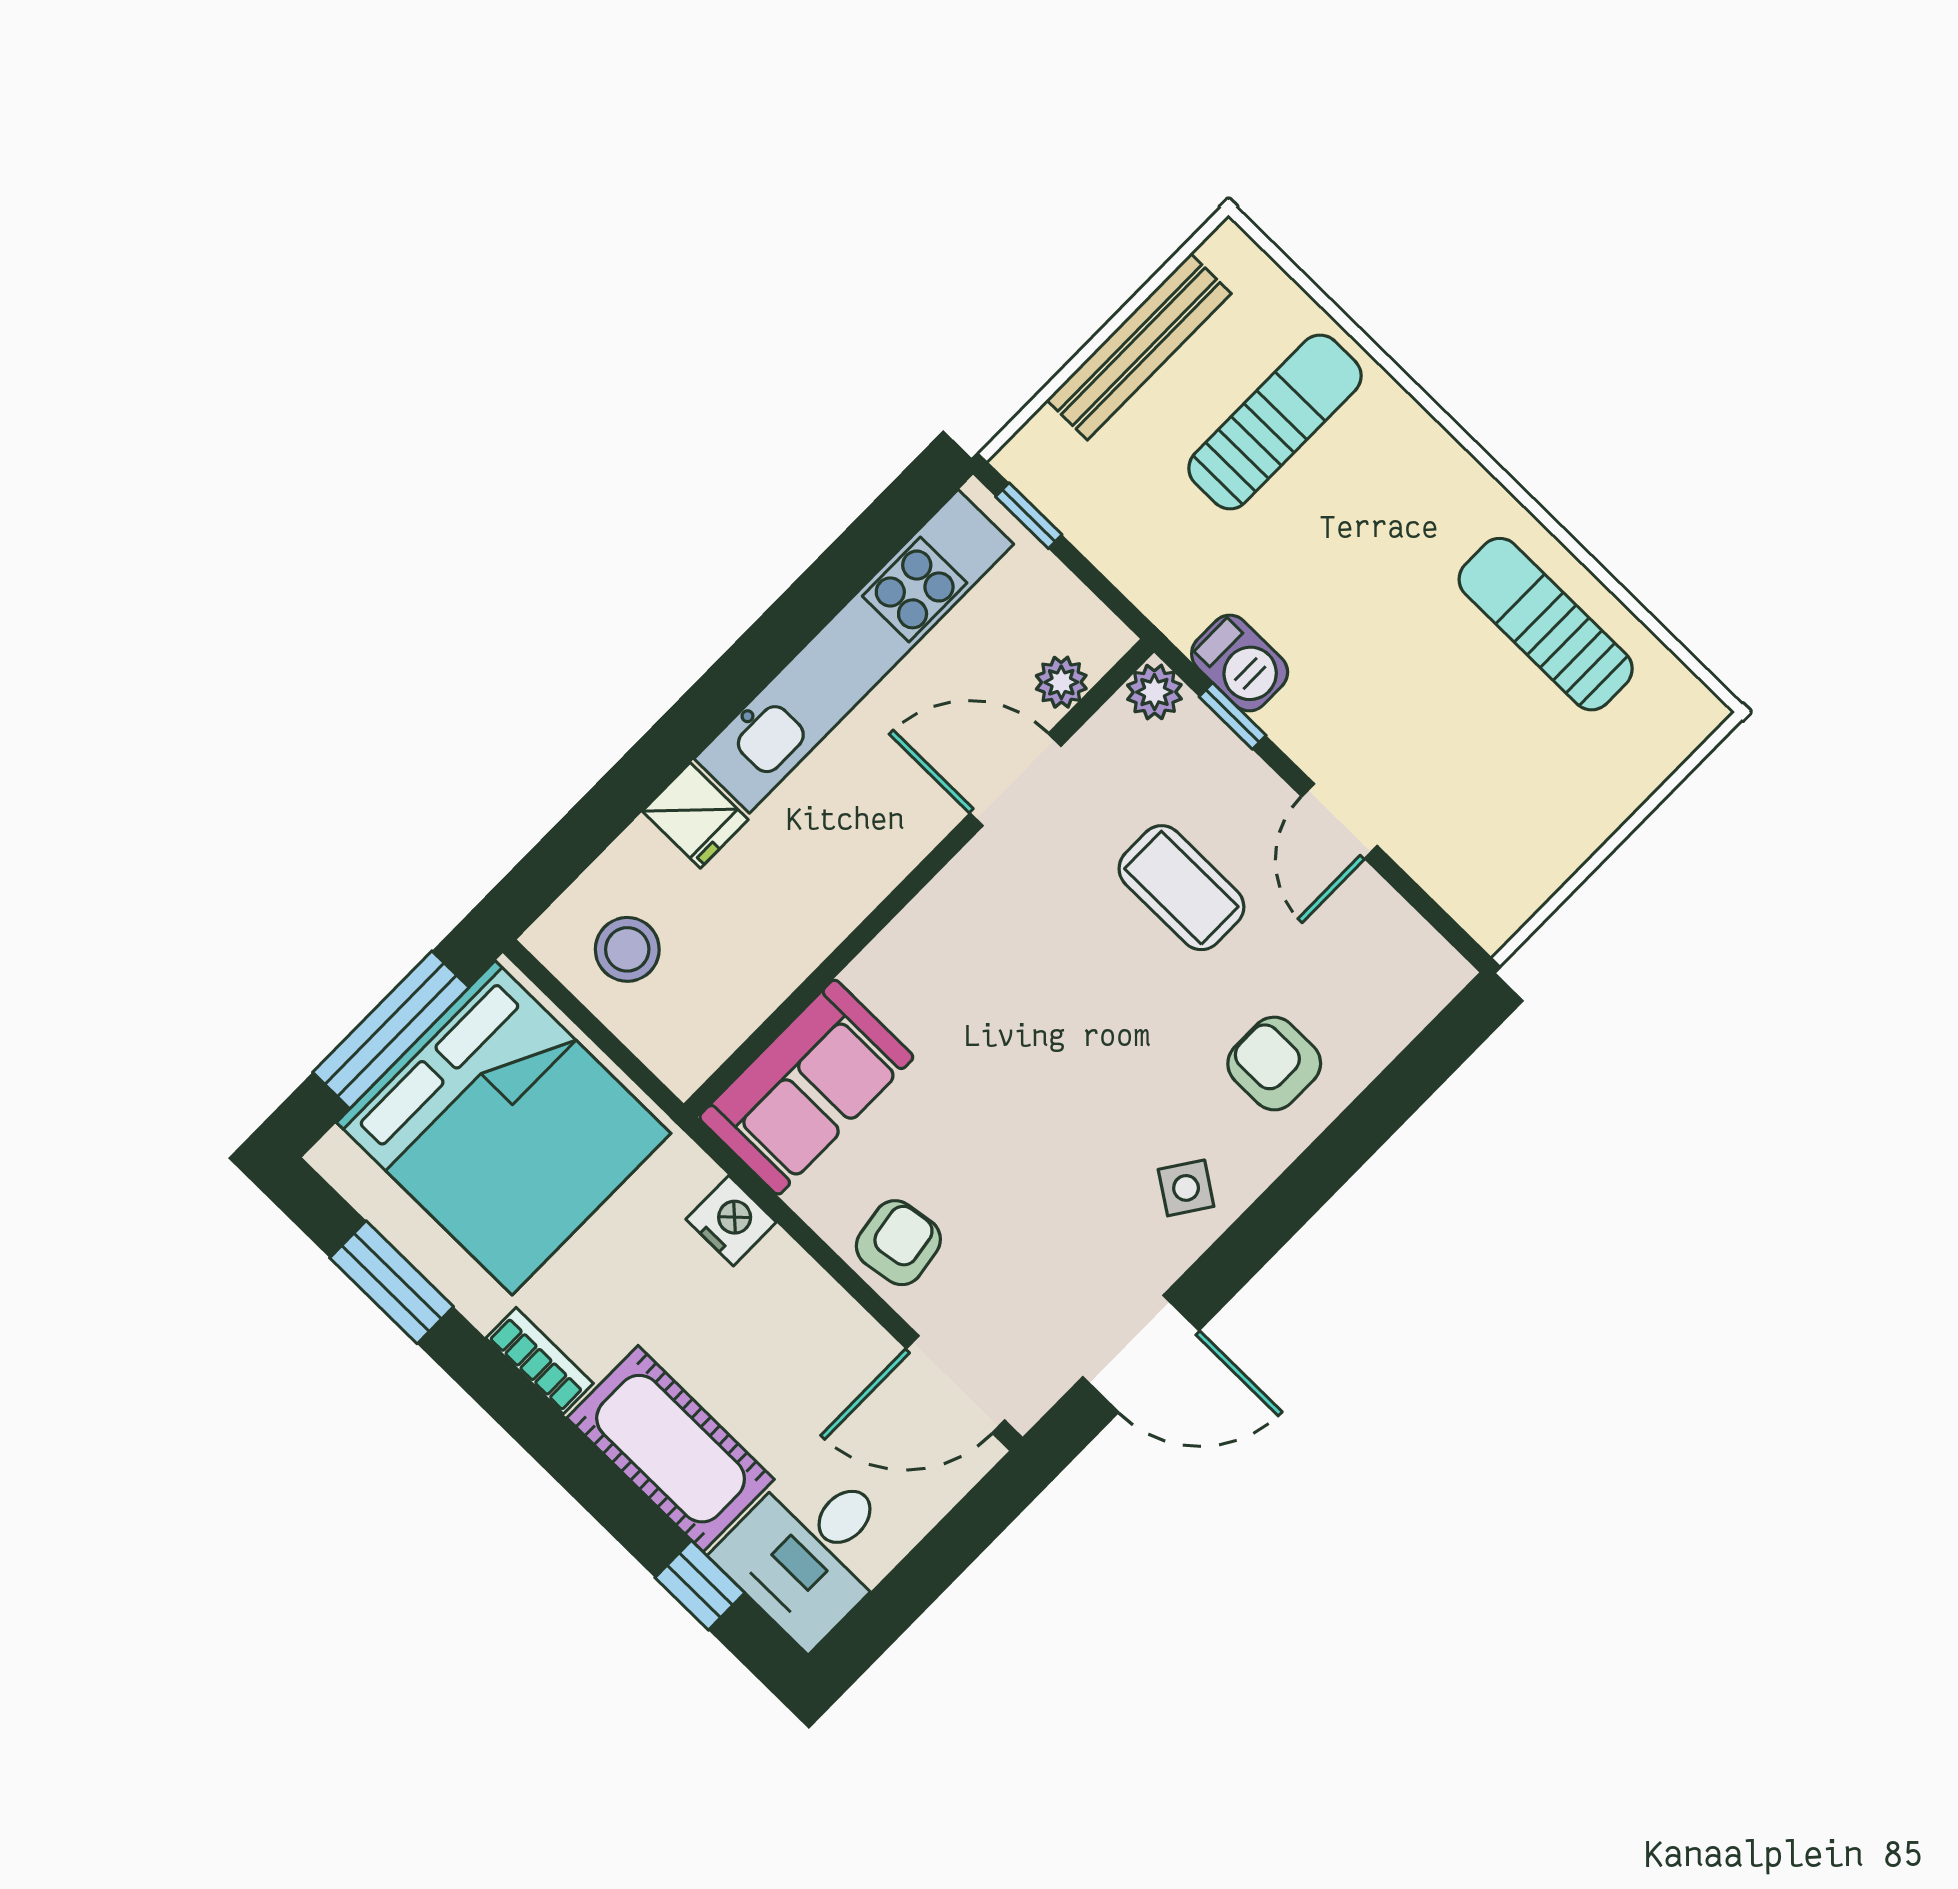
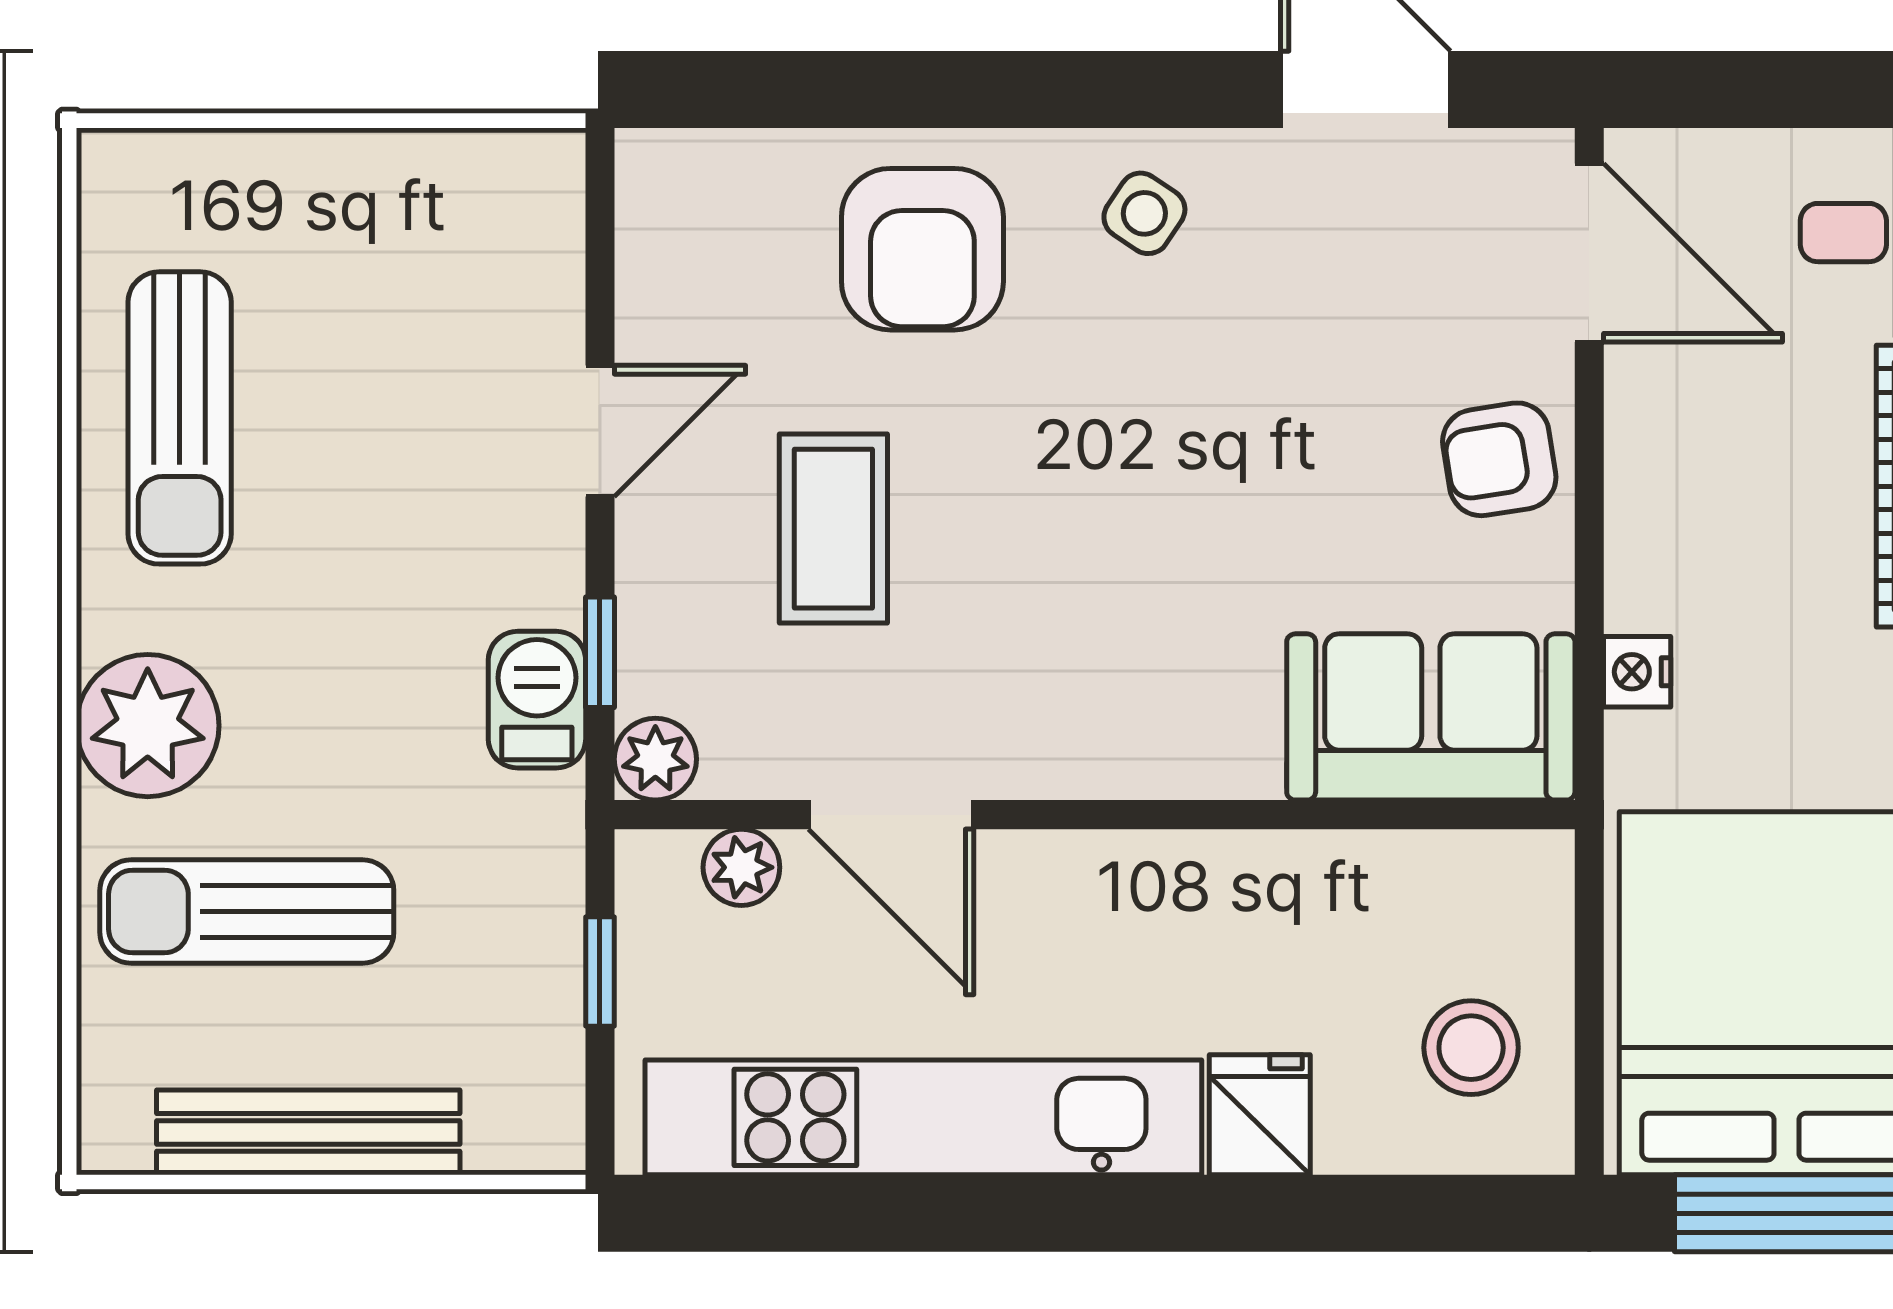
plant: (1412, 462) -> (148, 726), added
window: (1029, 516) -> (600, 972), moved
armchair: (1274, 1064) -> (922, 249), width x1.38, depth x1.38
nightstand: (731, 1221) -> (1637, 672), width x0.72, depth x0.74

